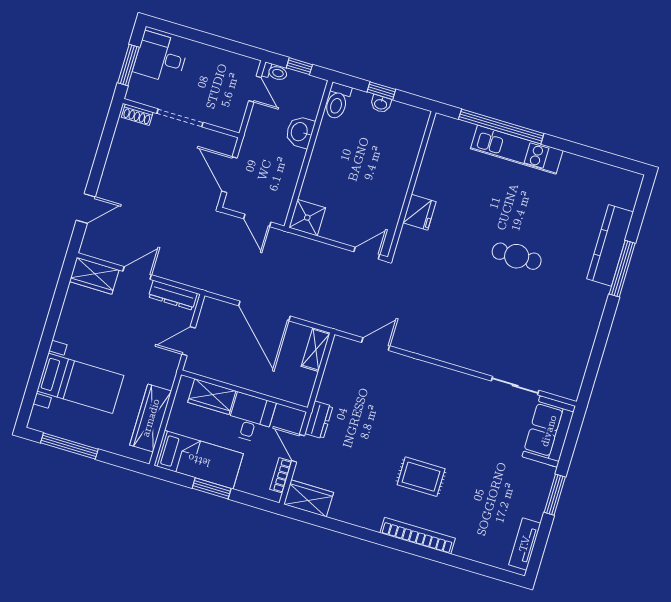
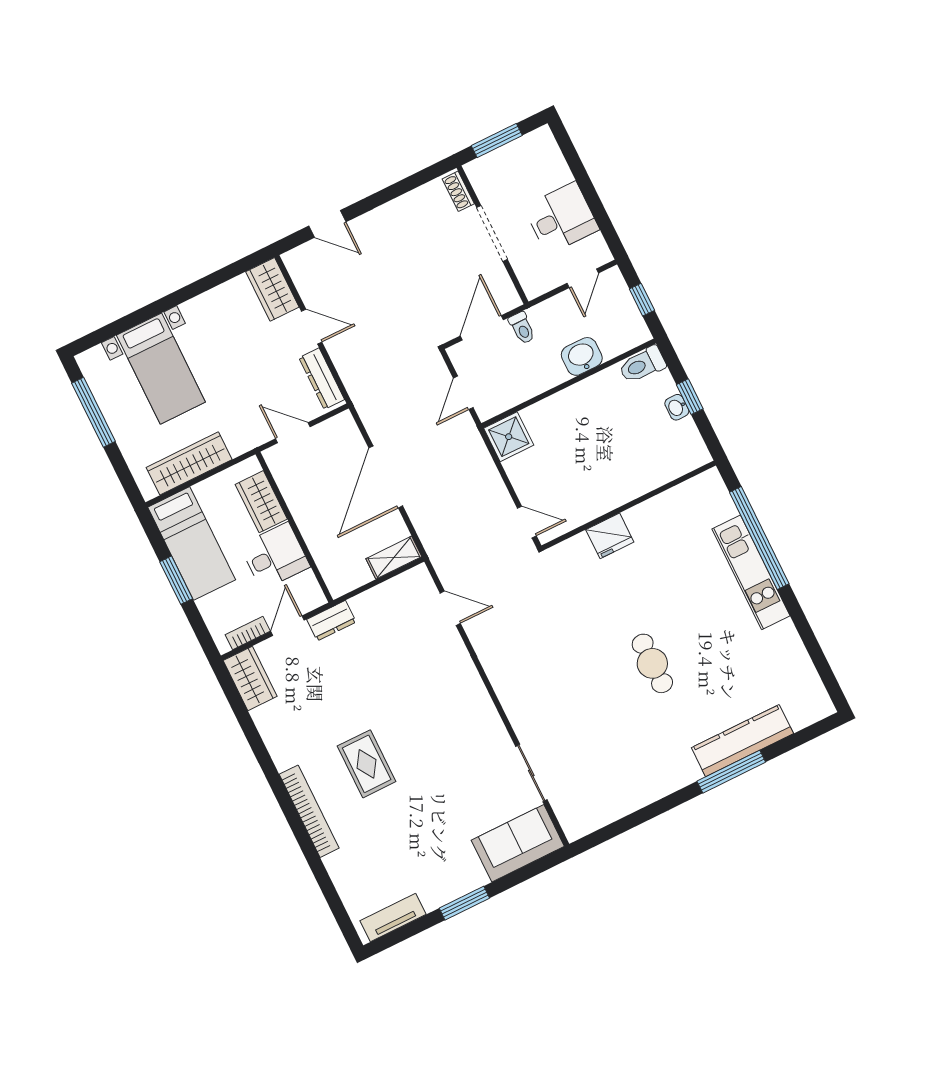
desk: (161, 58) -> (561, 218), moved, turned 90
toilet: (275, 72) -> (522, 328), moved

